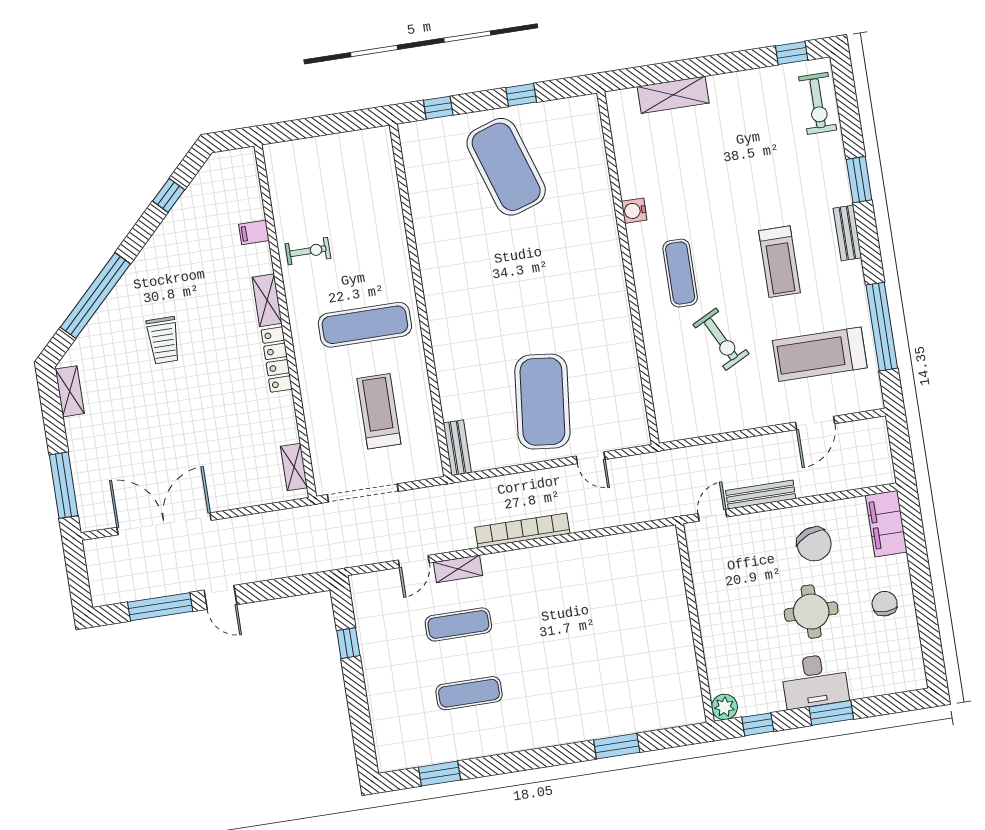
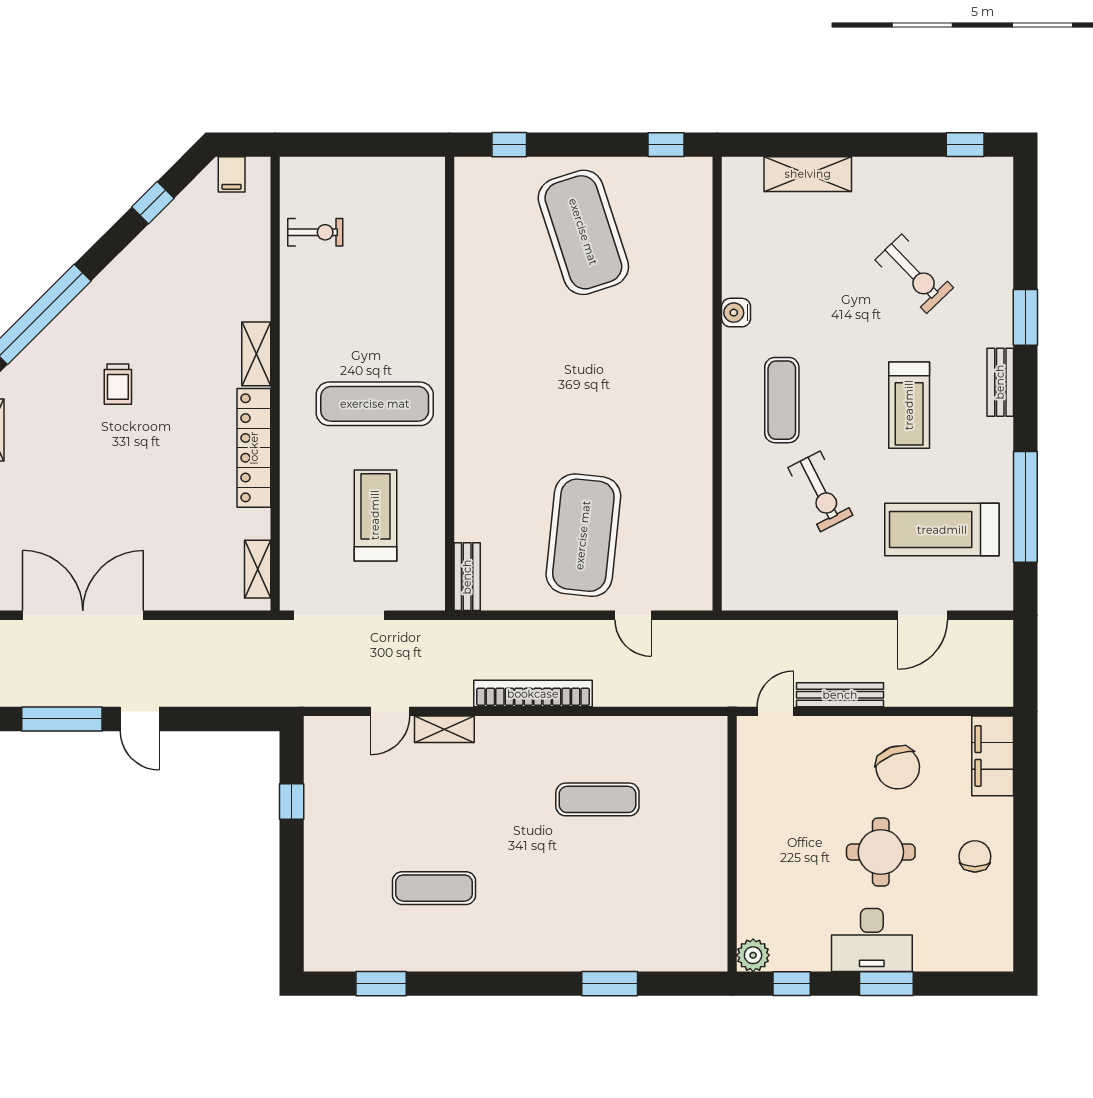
window: (521, 95) -> (666, 145), moved
exercise bike: (818, 103) -> (914, 274), moved, turned -44
filing cabinet: (254, 232) -> (232, 174), moved, turned -90
exercise bike: (308, 251) -> (315, 232), moved
trolley: (163, 340) -> (118, 384), width x0.73, depth x0.72
locker: (277, 360) -> (254, 448), width x1.41, depth x1.21
exercise mat: (458, 624) -> (597, 799), moved

